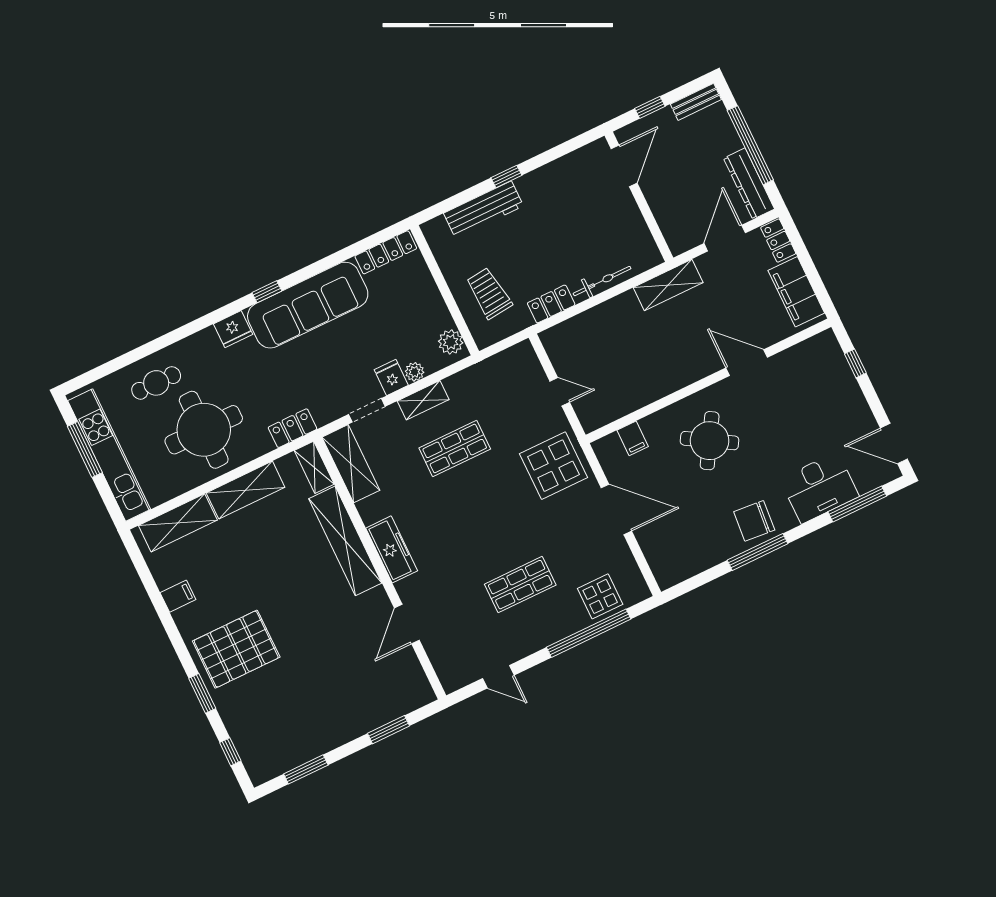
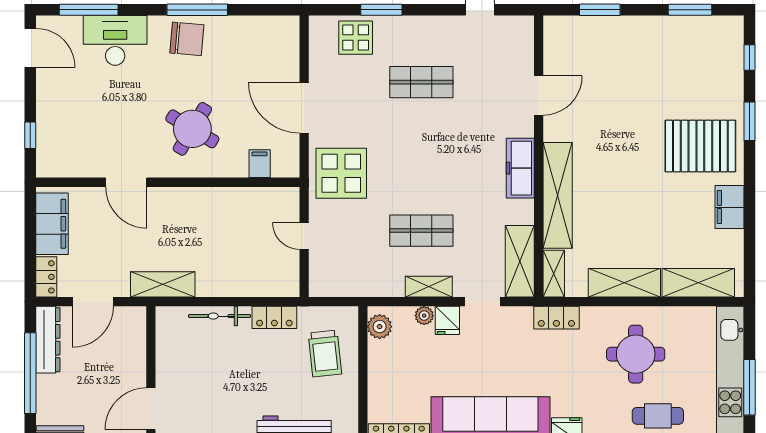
round table: (204, 430) -> (636, 354), width x0.73, depth x0.73
filing cabinet: (178, 596) -> (729, 207), width x2.00
window: (589, 633) -> (381, 10), width x0.47

